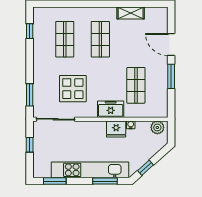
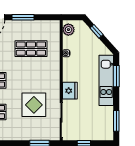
freezer: (111, 109) -> (52, 71), removed
fridge: (116, 129) -> (70, 91), moved
window: (146, 168) -> (96, 31), moved
kitchen unit: (90, 170) -> (106, 80), width x0.73

